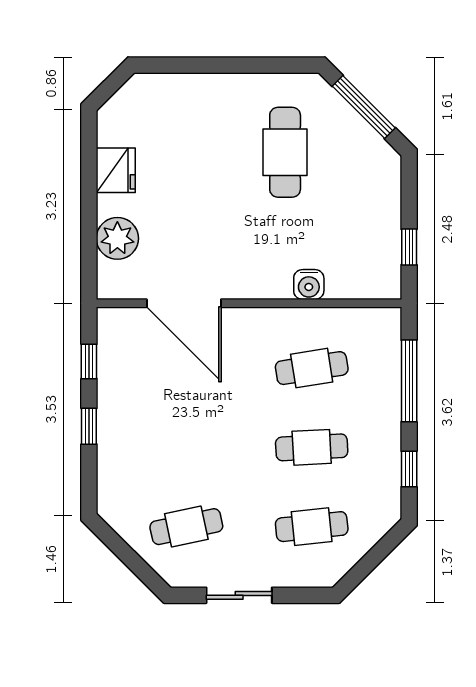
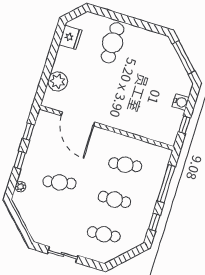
cafe table: (285, 152) -> (113, 43), moved
fridge: (116, 170) -> (70, 37), moved
water cooler: (309, 285) -> (181, 102), moved, turned -90
plant: (108, 481) -> (20, 187), added
cafe table: (186, 527) -> (59, 182), moved

